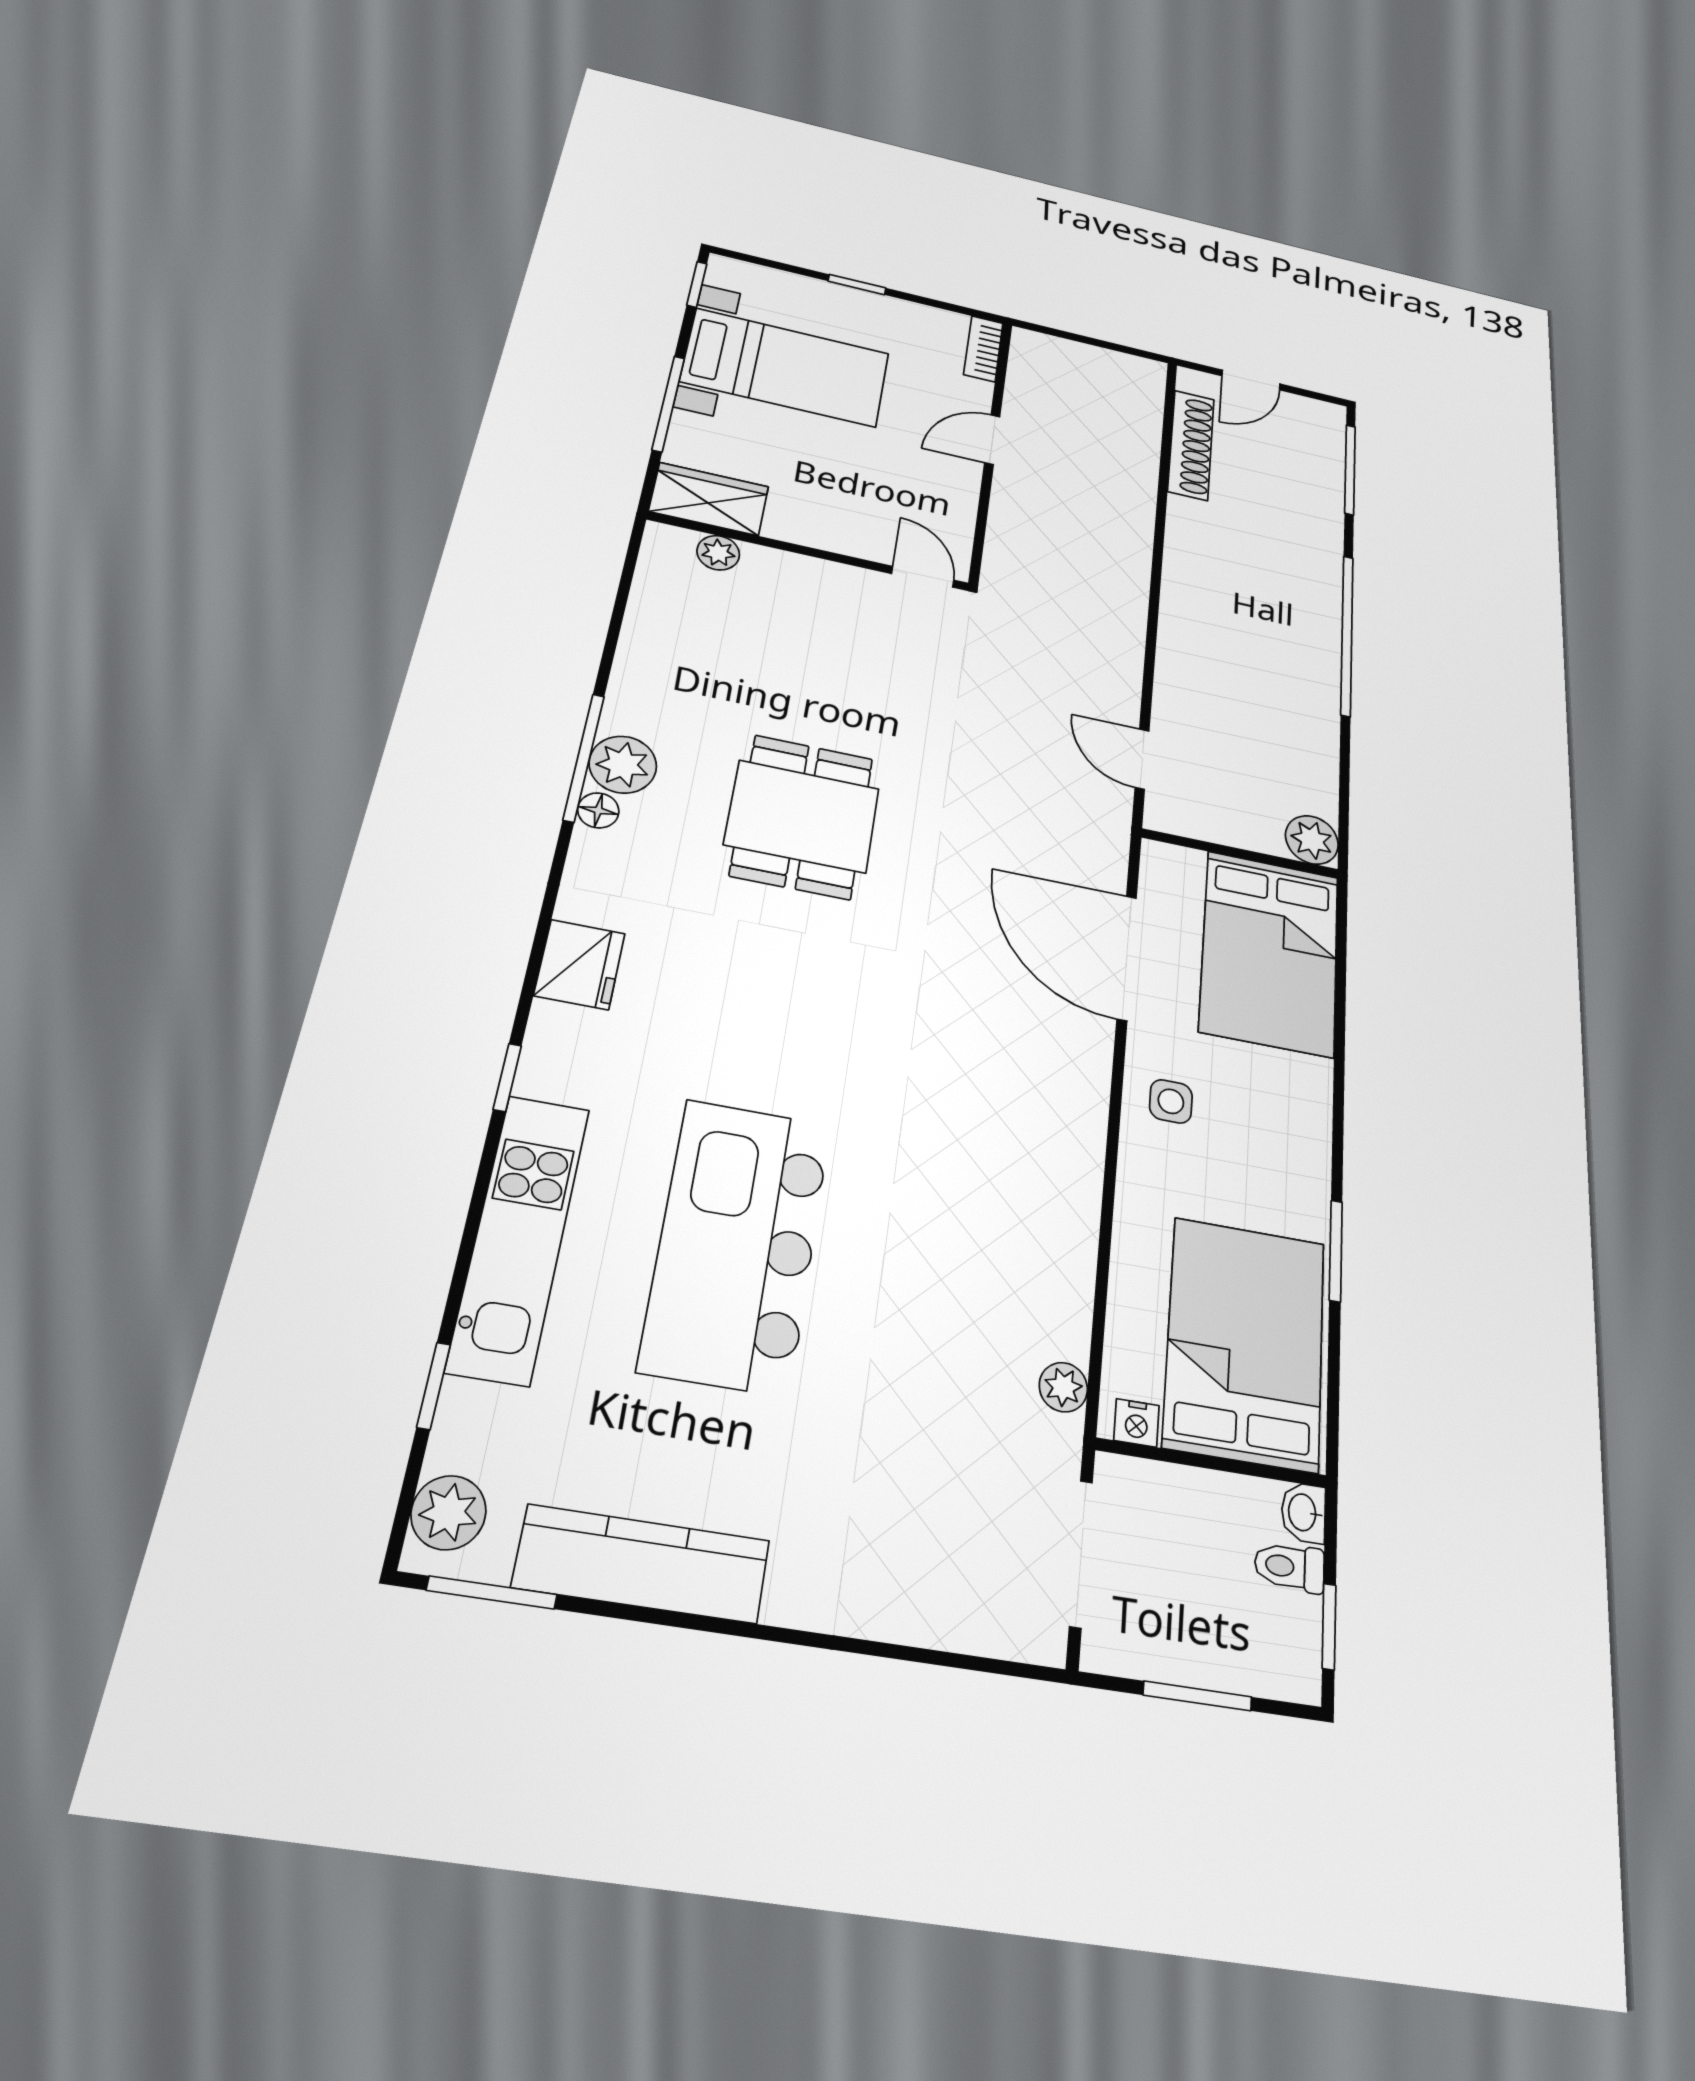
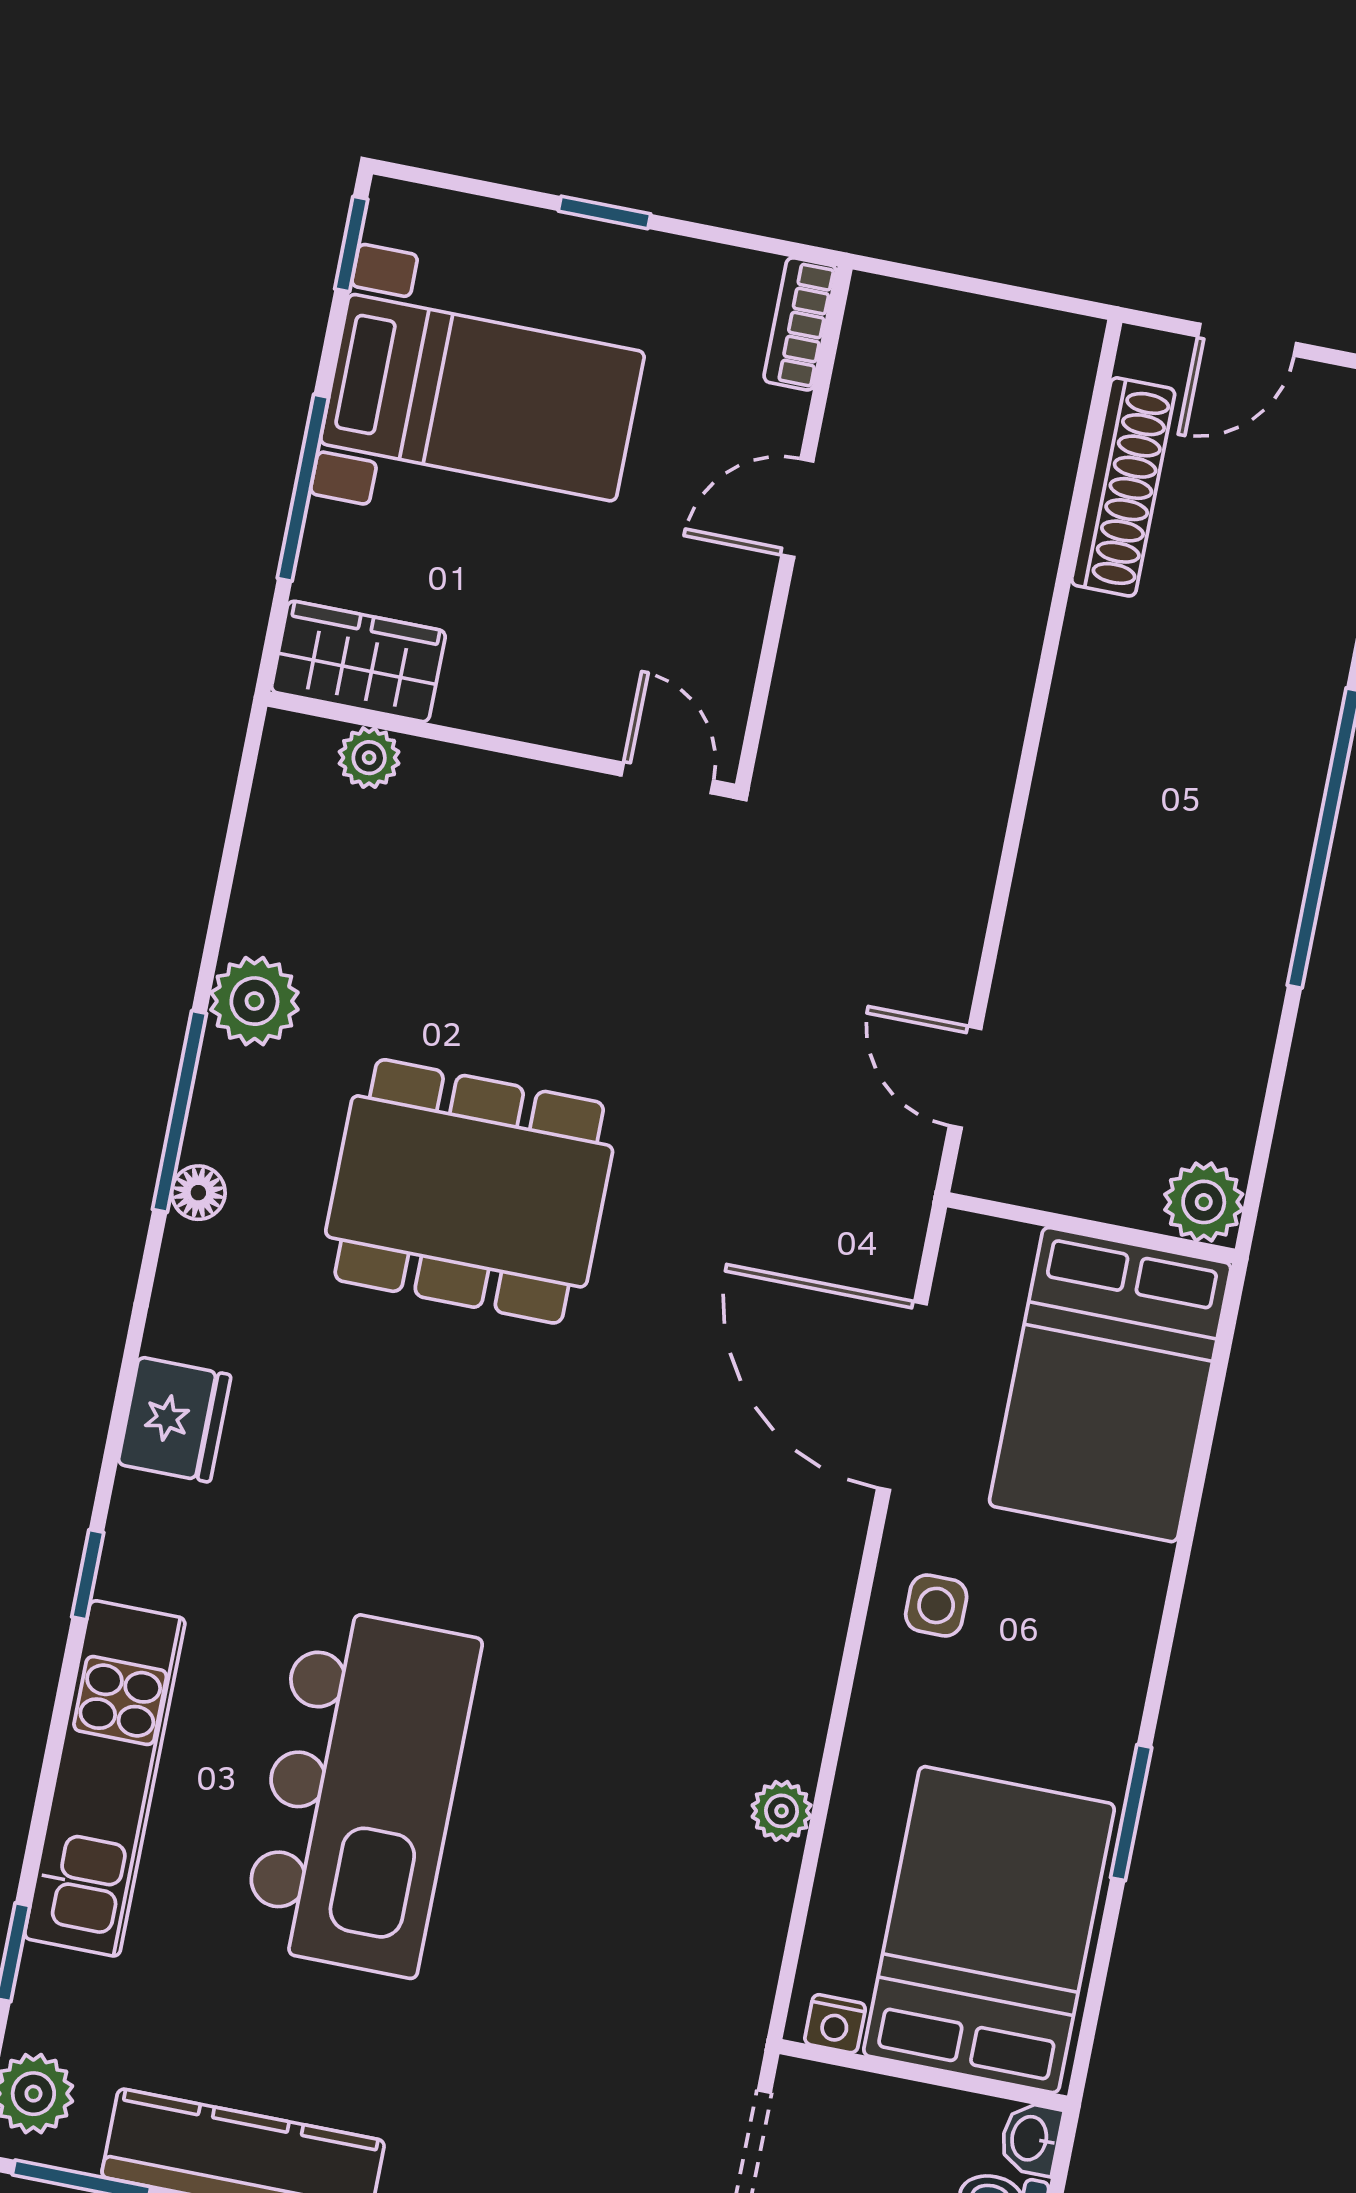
plant: (623, 765) -> (254, 1001), moved
dining table: (802, 816) -> (469, 1191), width x1.38
kitchen island: (737, 1245) -> (361, 1792), turned 180
plant: (1063, 1387) -> (782, 1811), moved

